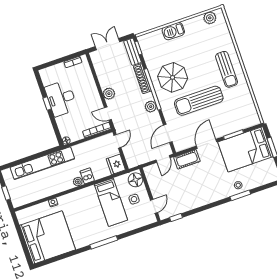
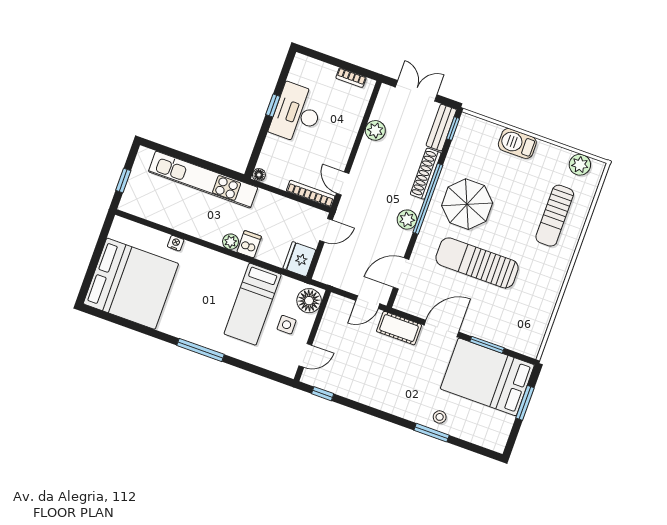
sun lounger: (227, 69) -> (555, 216), moved
plant: (109, 94) -> (375, 130), moved

